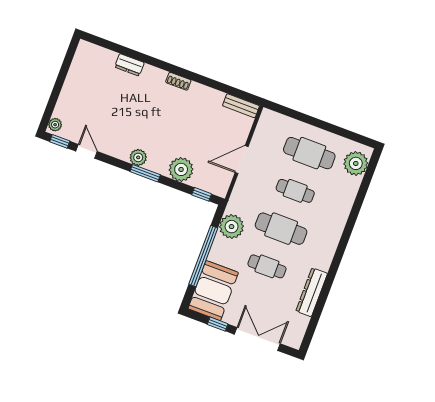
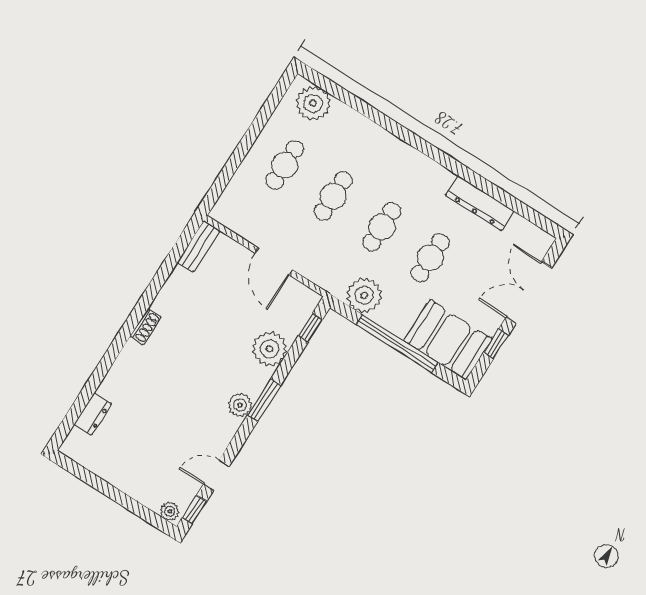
dresser: (129, 65) -> (93, 414), moved
cafe table: (309, 153) -> (285, 165), width x0.73, depth x0.74
cafe table: (281, 229) -> (382, 227), width x0.73, depth x0.74

